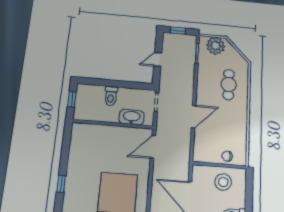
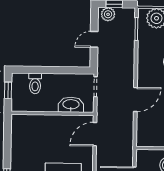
plant: (172, 39) -> (108, 14), added
toilet: (111, 96) -> (35, 83), moved

